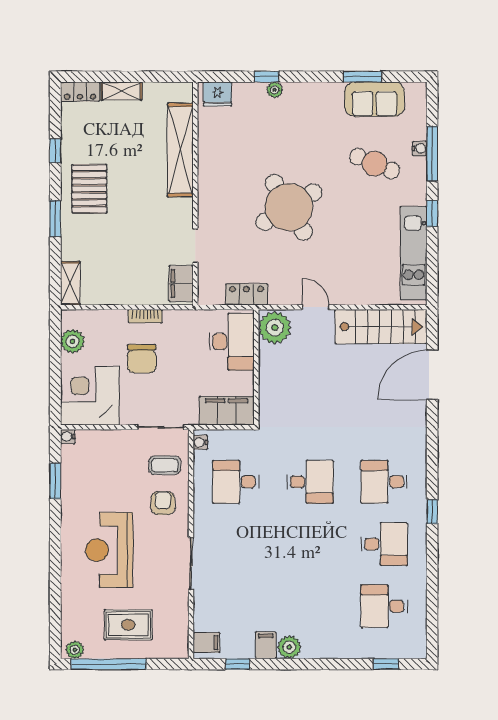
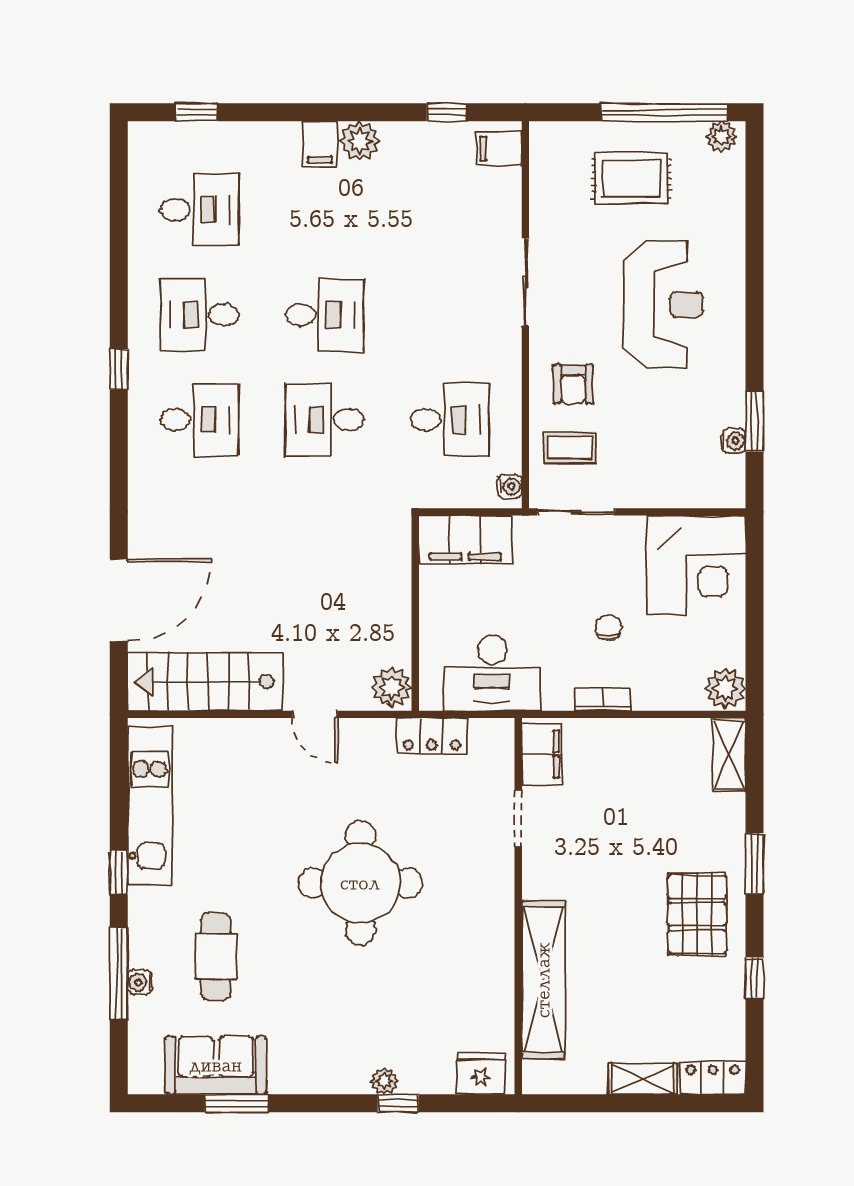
cafe table: (375, 164) -> (216, 957), turned 68
round table: (289, 207) -> (360, 883), turned 31
plant: (275, 328) -> (392, 687), width x0.73, depth x0.73
plant: (73, 341) -> (725, 688), moved
desk: (232, 342) -> (492, 673), moved, turned -90
chair: (142, 359) -> (609, 627), width x0.54, depth x0.54
water cooler: (68, 436) -> (733, 441), moved
desk: (310, 544) -> (325, 315), added
filing cabinet: (266, 645) -> (320, 144), moved

